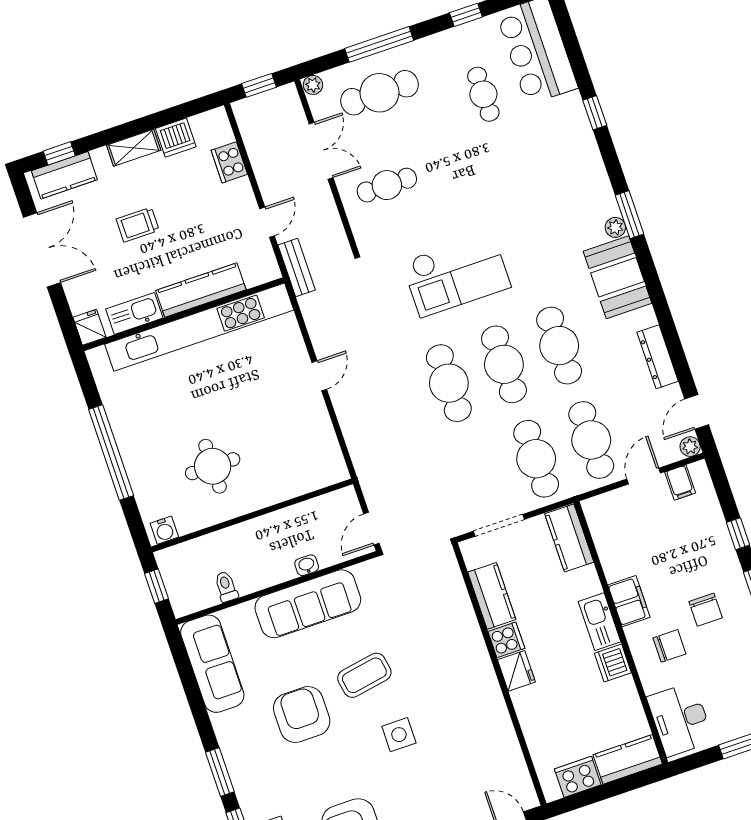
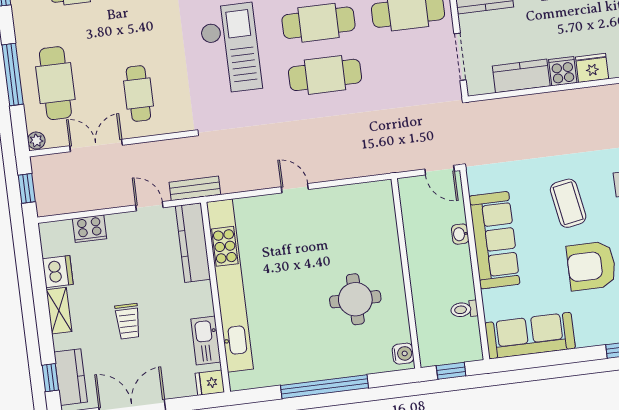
kitchen counter: (201, 290) -> (193, 243), moved

